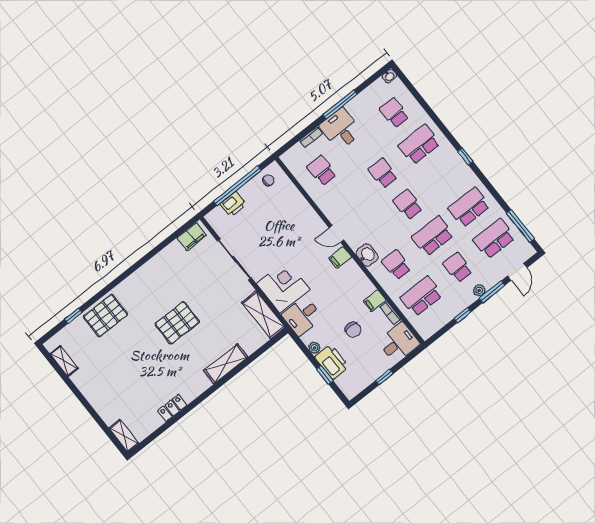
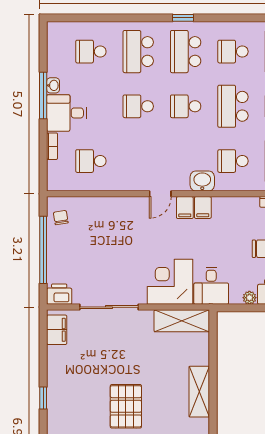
washbasin: (389, 76) -> (53, 85), moved
school desk: (444, 176) -> (186, 52), added
printer: (233, 204) -> (59, 294), moved, turned -90
school desk: (469, 207) -> (233, 52), width x0.54
window: (139, 264) -> (43, 398), added
filing cabinet: (375, 301) -> (203, 208), moved

